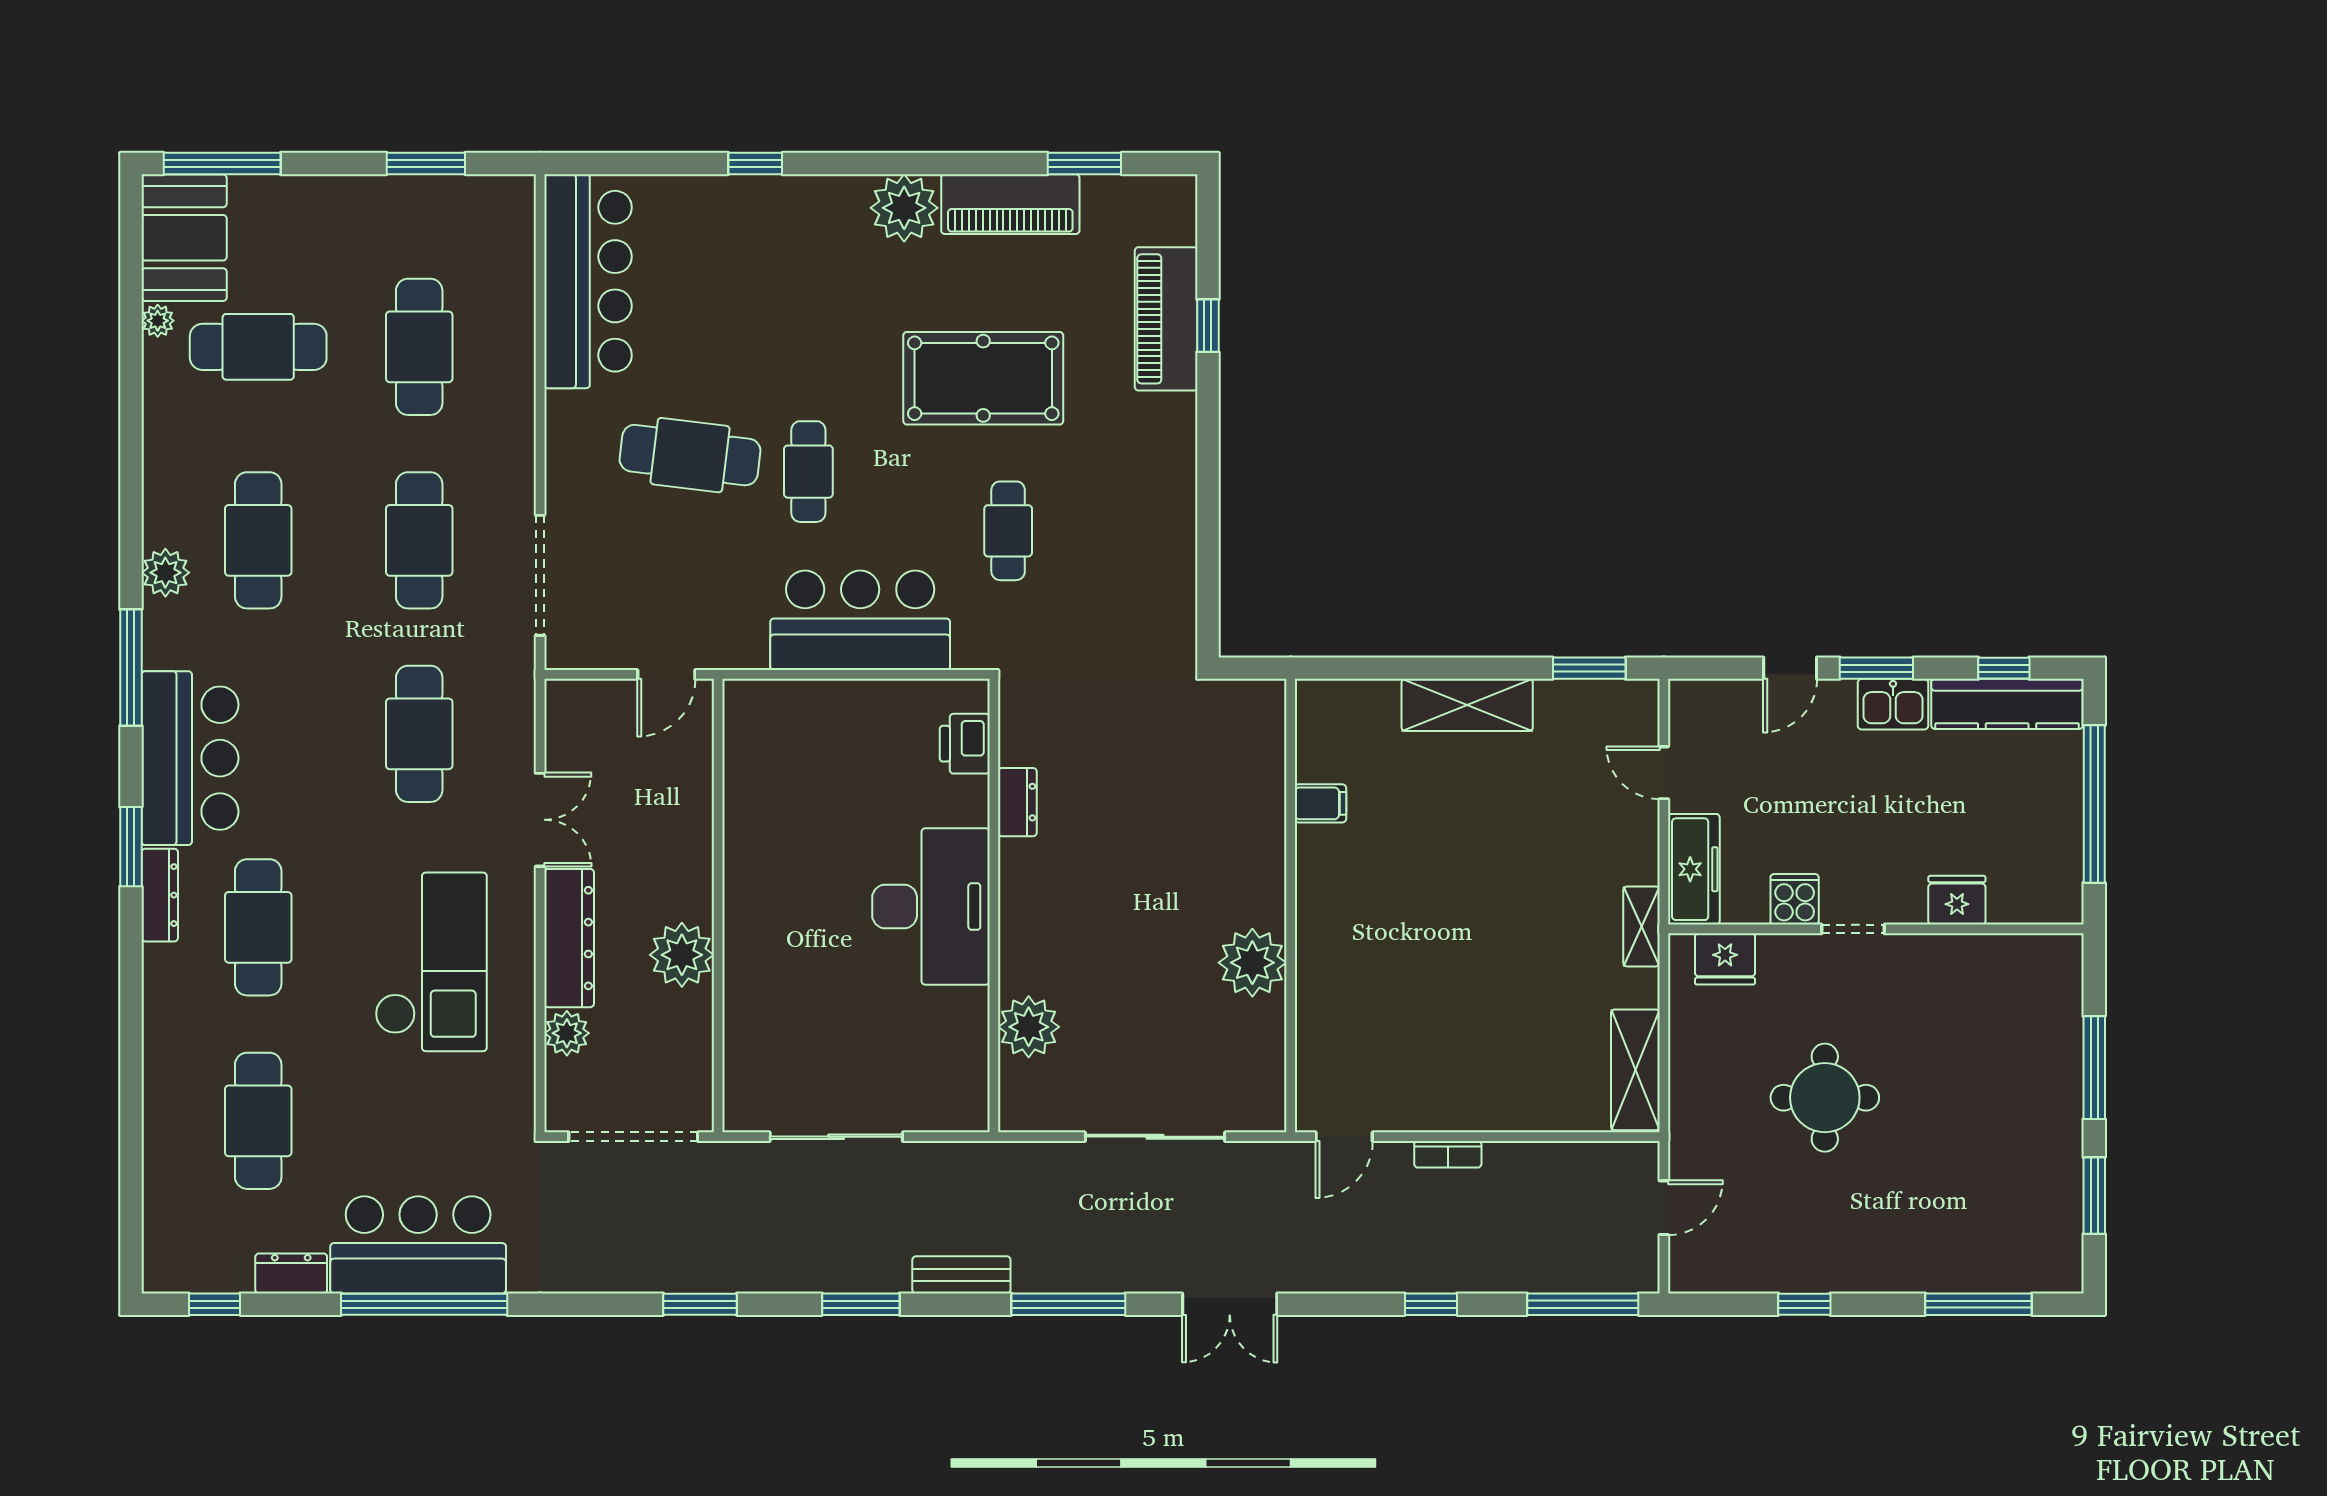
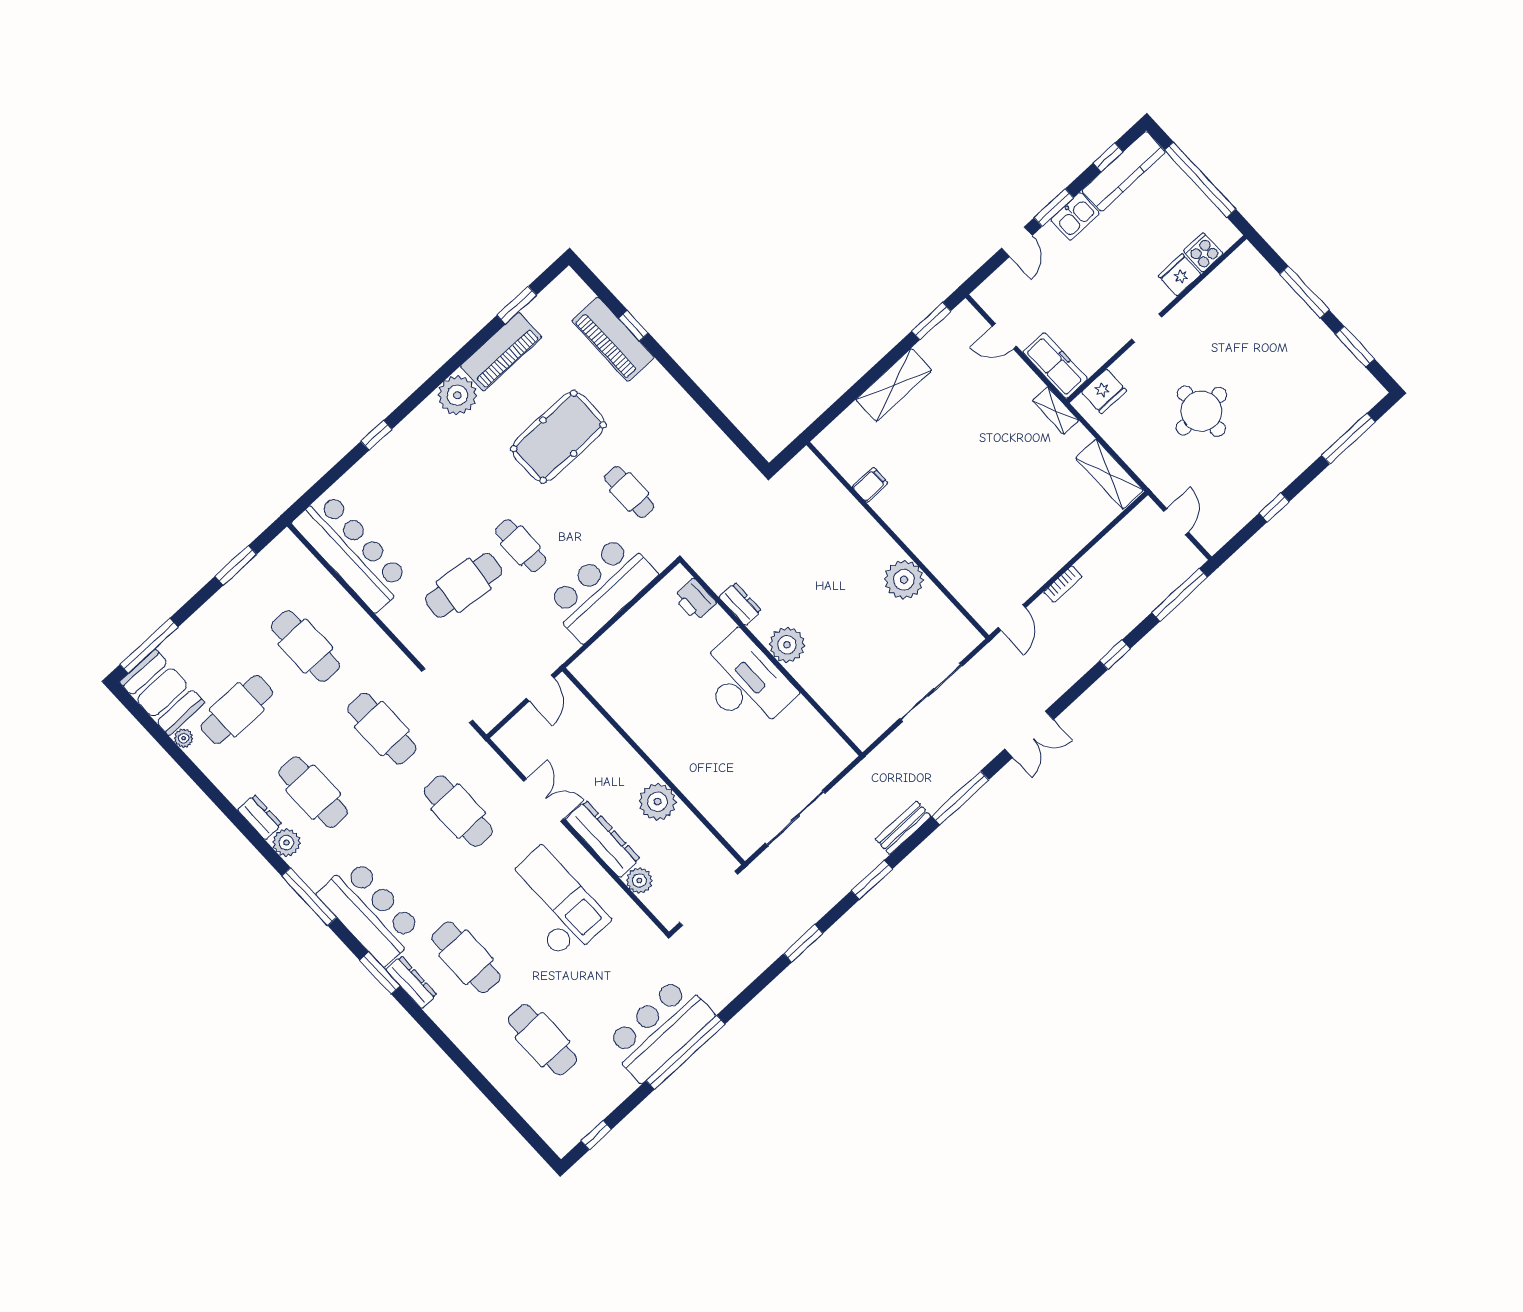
cooker: (1795, 899) -> (1203, 252), moved
plant: (1029, 1027) -> (787, 645), moved
dresser: (291, 1273) -> (260, 817), moved, turned 90

